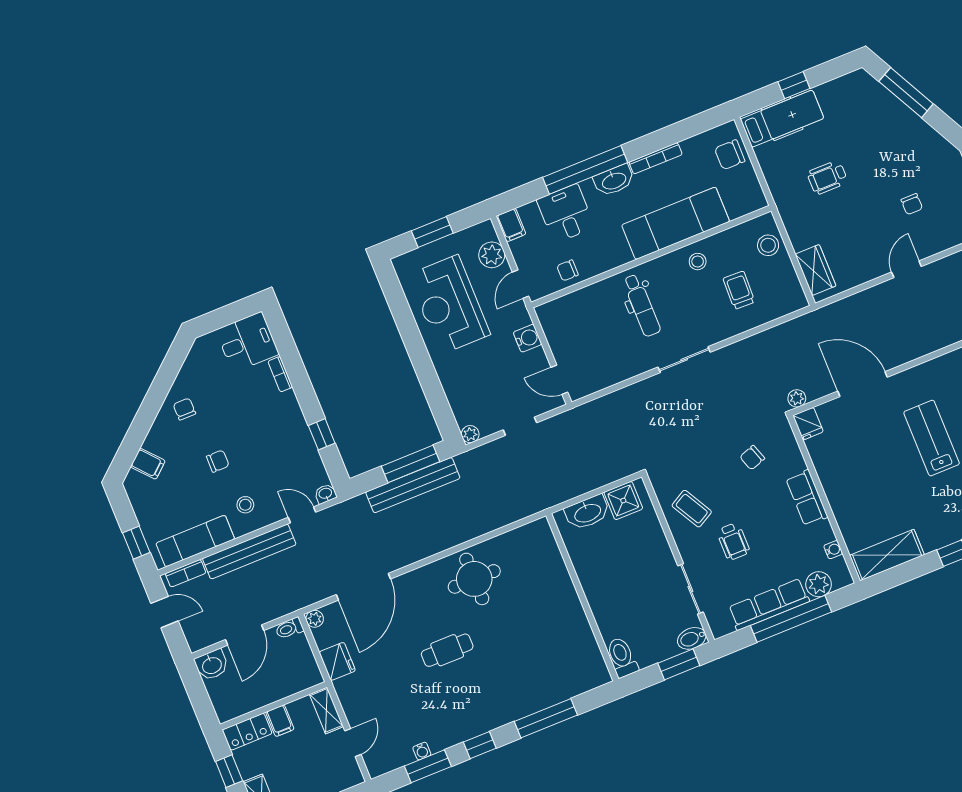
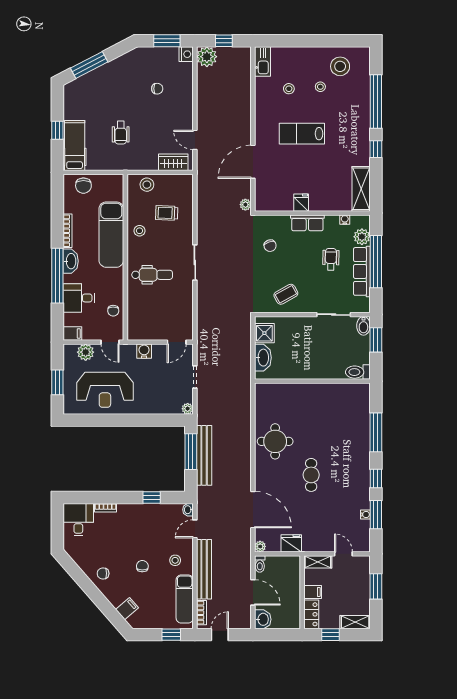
door: (906, 269) -> (195, 140), moved
fridge: (808, 424) -> (301, 203), moved, turned -90
wheelchair: (733, 541) -> (331, 259), moved, turned -89

